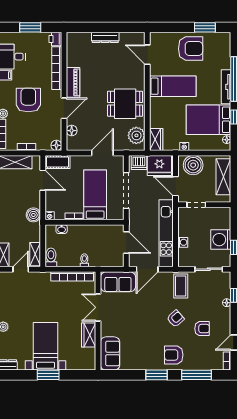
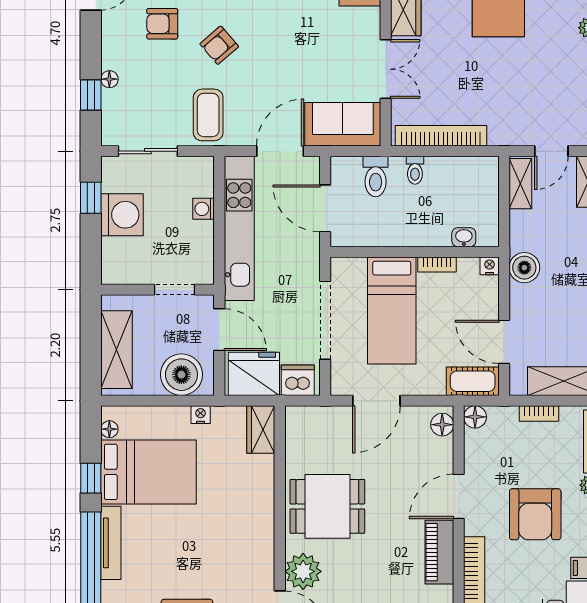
bed: (173, 86) -> (225, 544), removed
floor lamp: (72, 131) -> (442, 425), moved
plant: (136, 135) -> (303, 571), moved
toilet: (51, 257) -> (376, 176), moved

